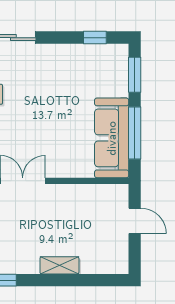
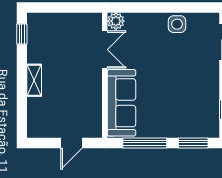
sofa: (112, 138) -> (121, 103), moved, turned 90

